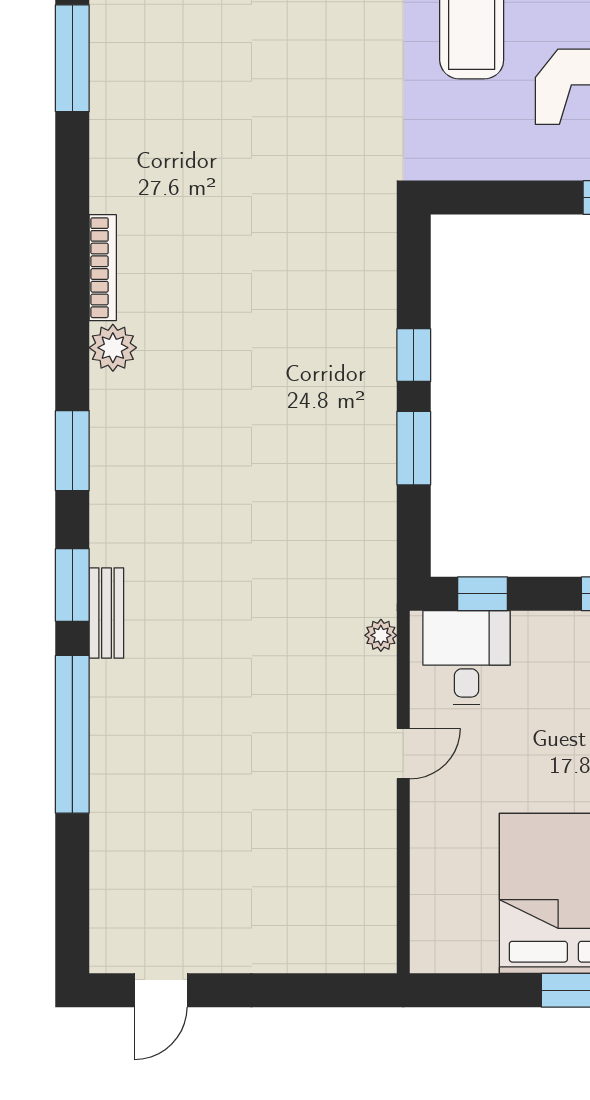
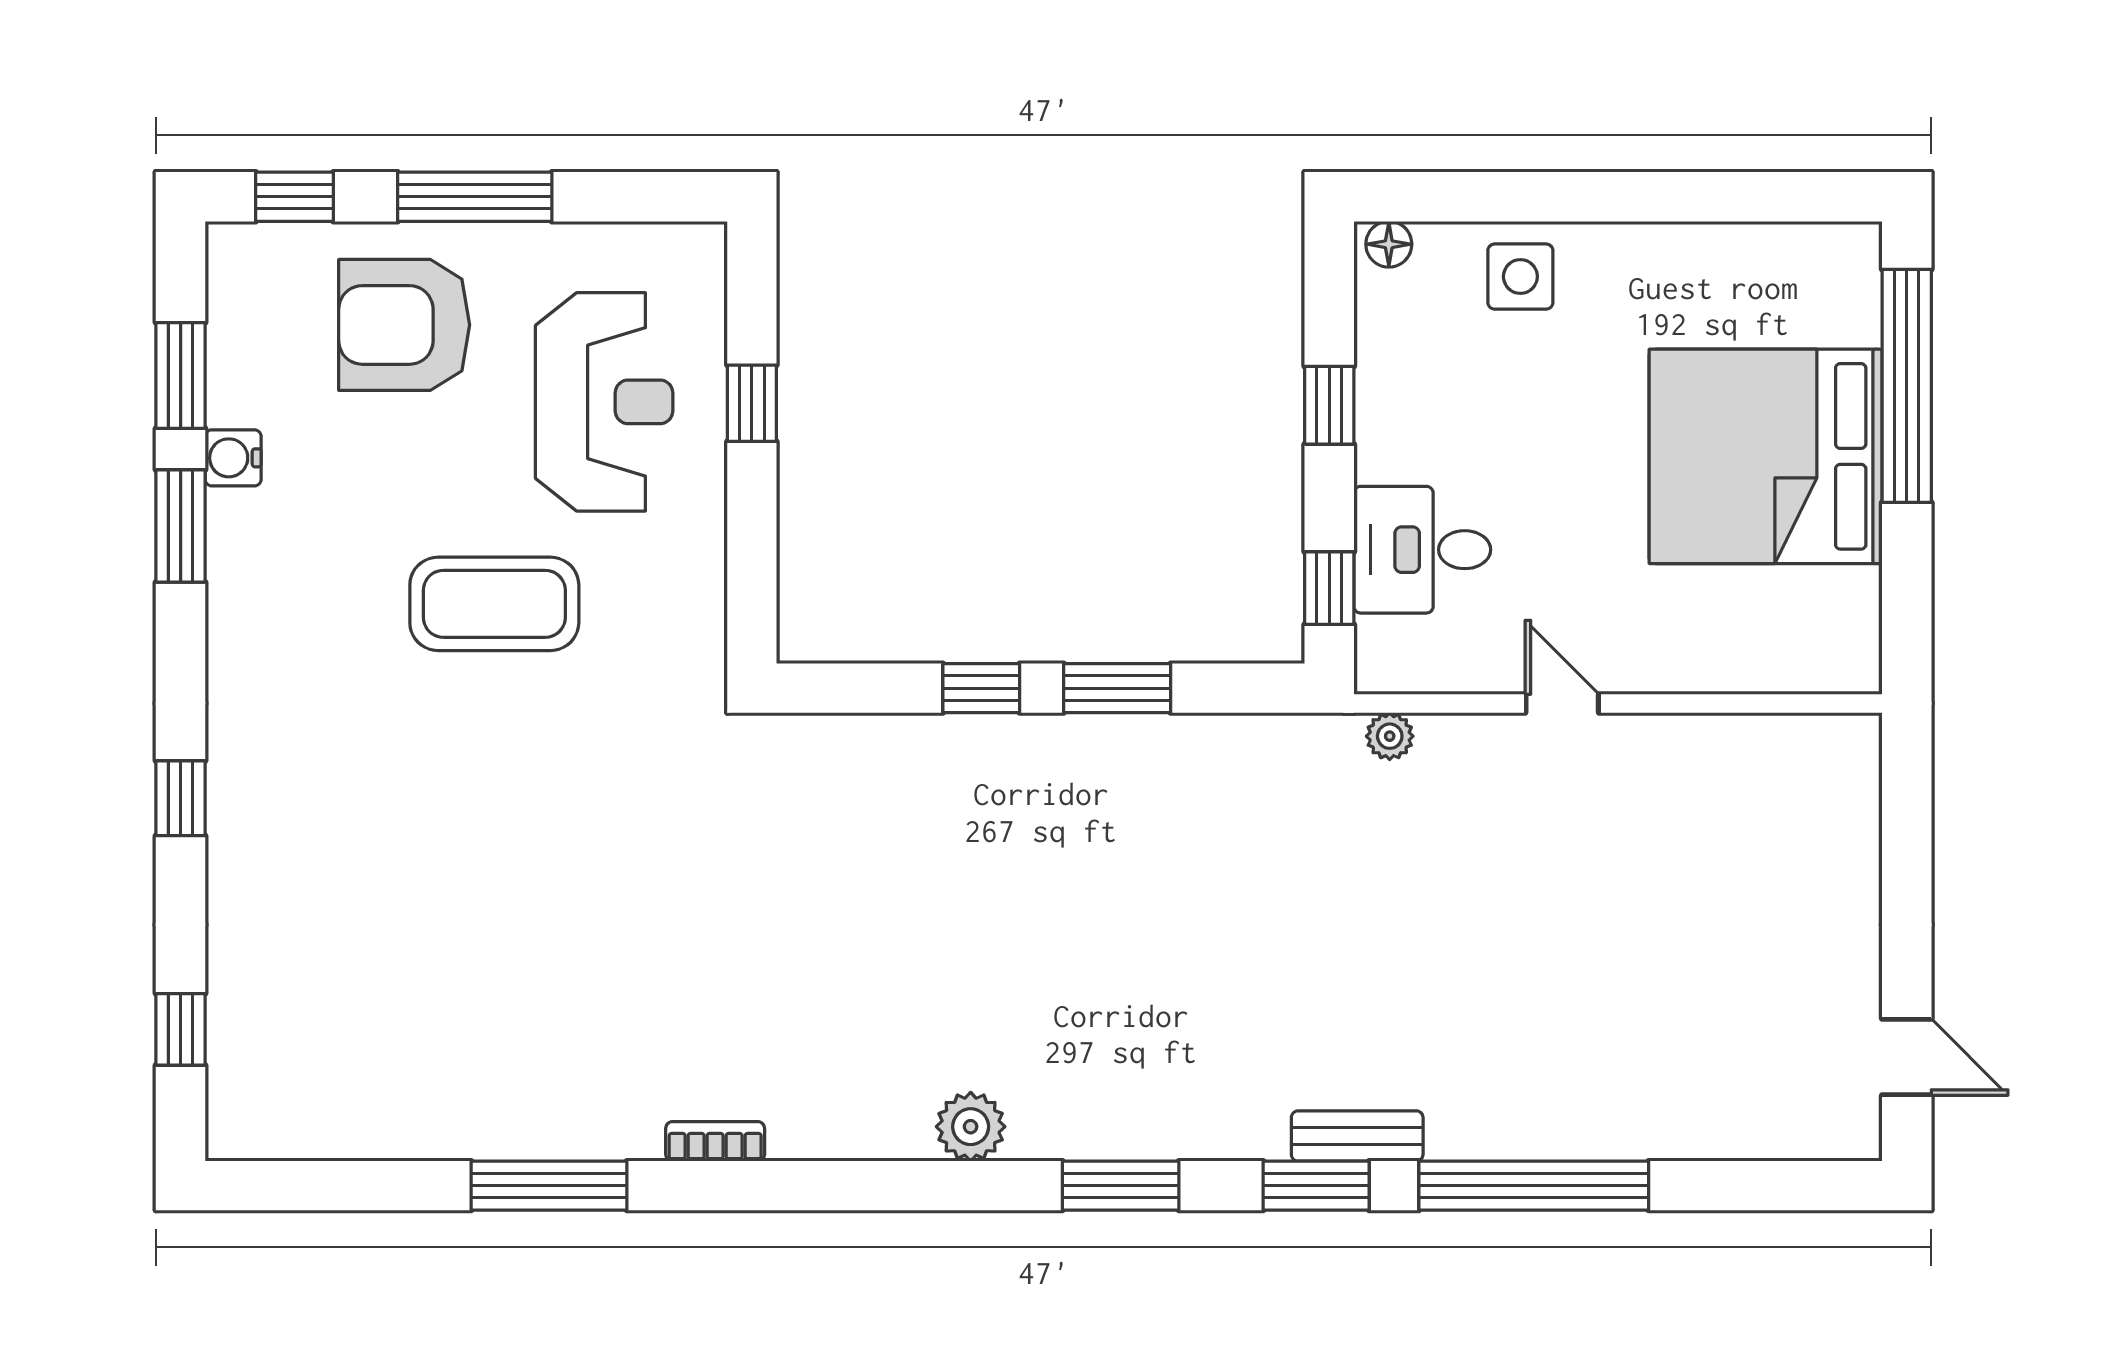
bookcase: (103, 268) -> (715, 1141), moved, width x0.64
desk: (467, 658) -> (1422, 550), moved

